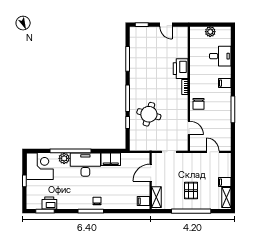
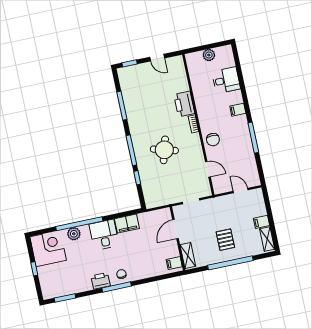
round table: (149, 114) -> (164, 150), moved
desk: (85, 165) -> (104, 235), width x0.73
printer: (49, 203) -> (101, 281), moved

